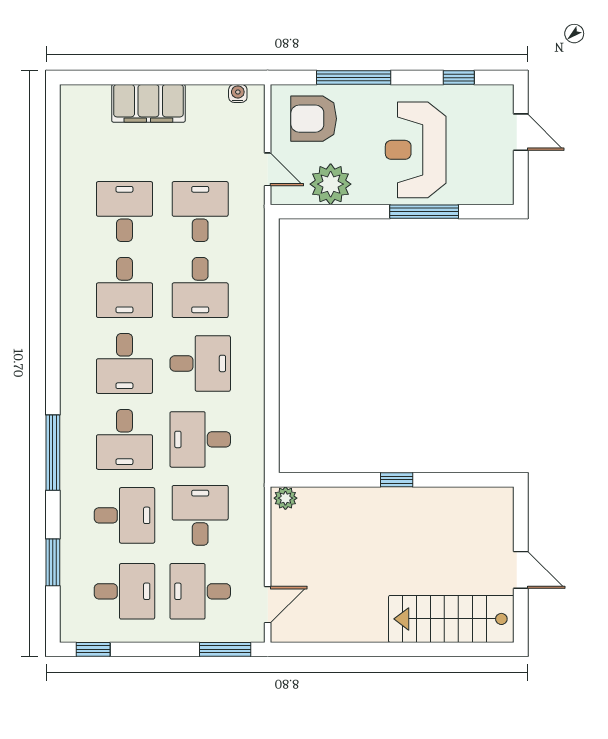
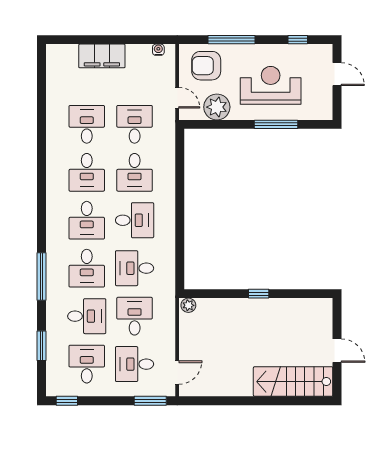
reception desk: (416, 150) -> (271, 85), turned 90
desk: (124, 591) -> (87, 364), turned -90

